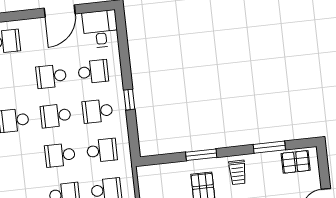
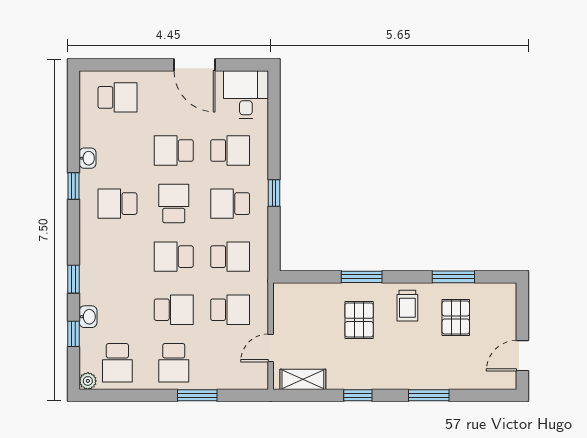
door: (60, 11) -> (194, 65), hinge flipped
school desk: (56, 116) -> (174, 204), turned 90
pallet: (296, 162) -> (456, 318), moved, turned 90

